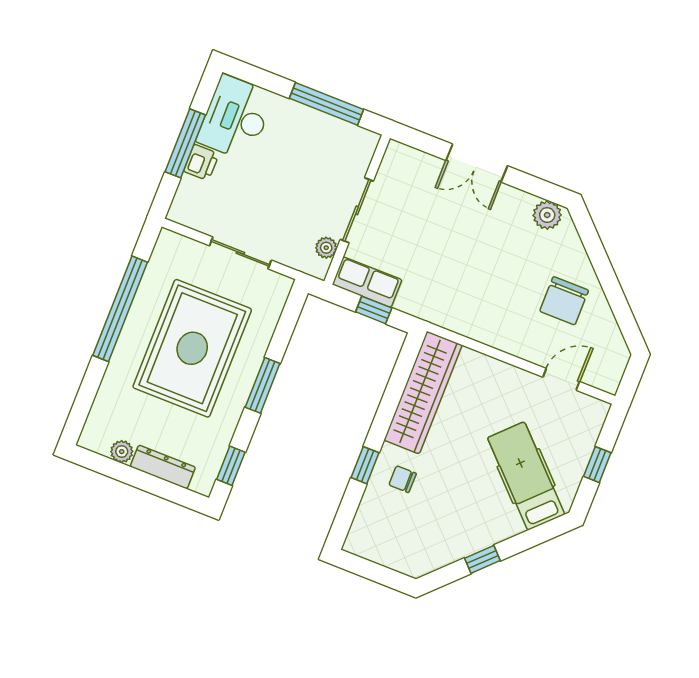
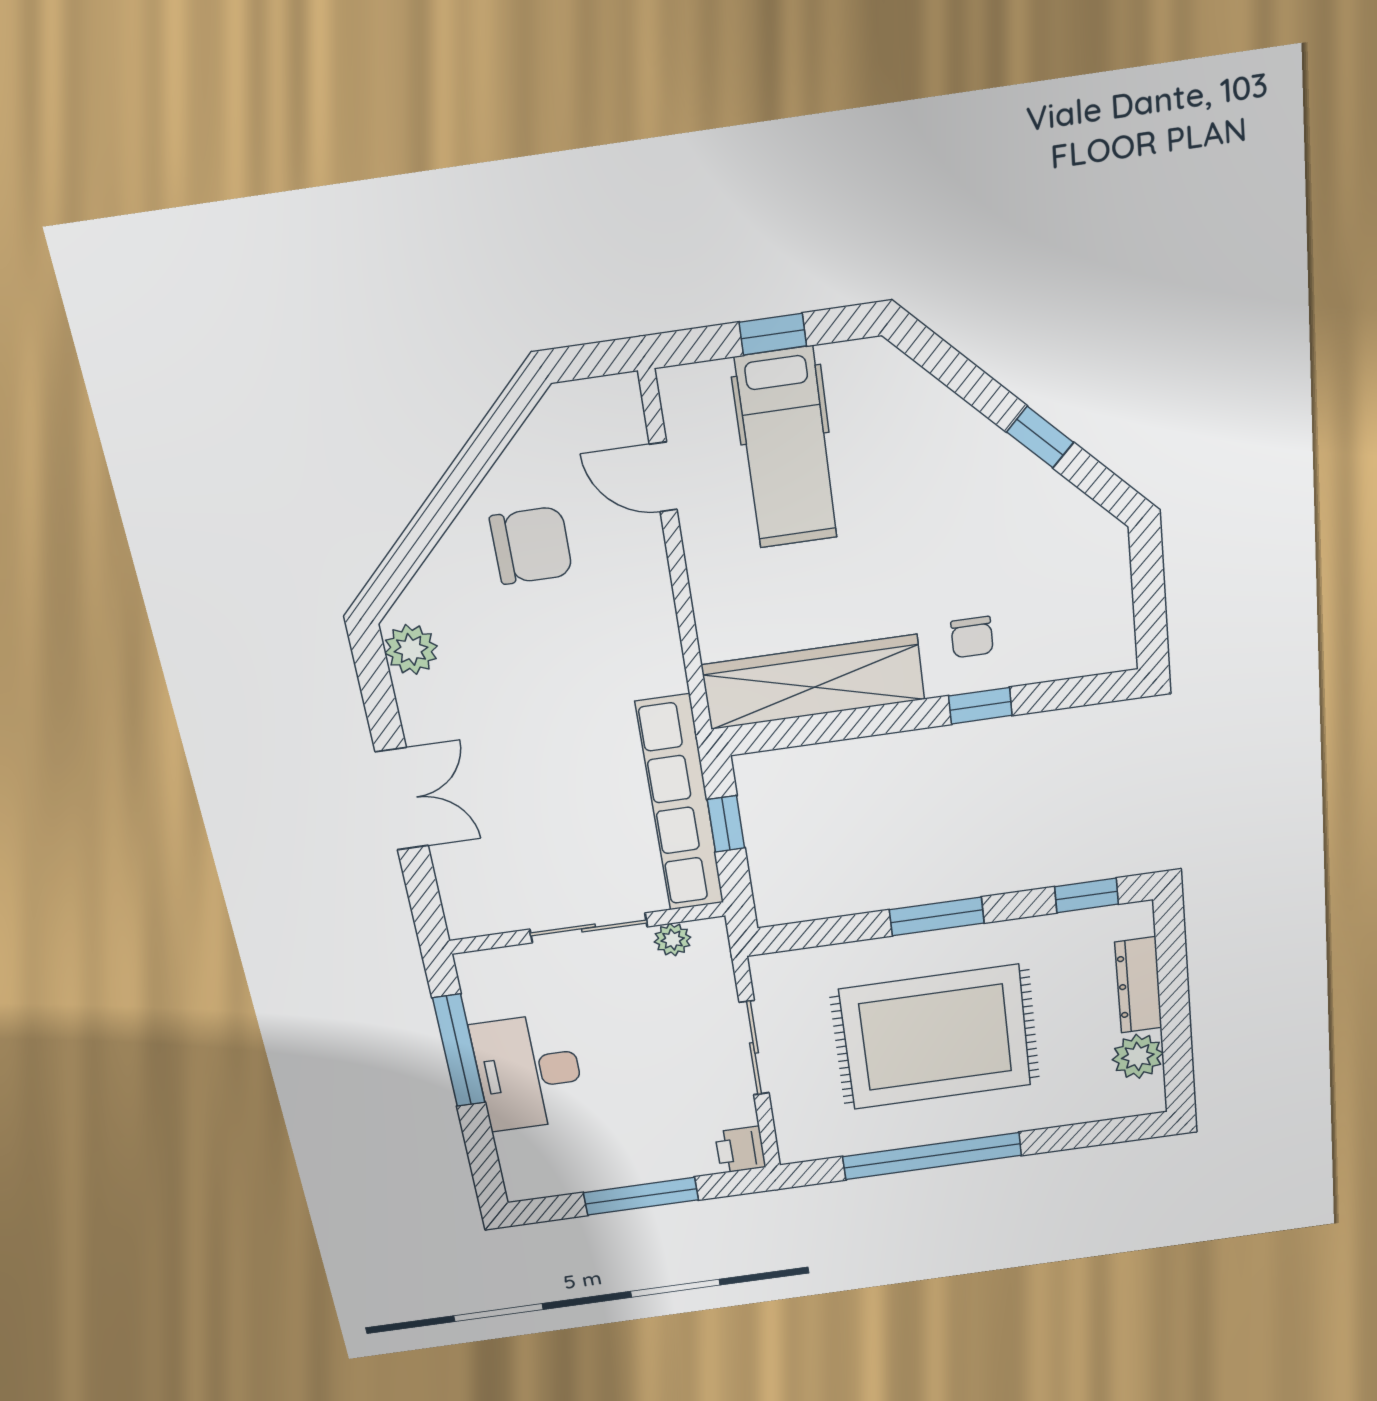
desk: (236, 118) -> (529, 1072), moved, turned 90
printer: (201, 162) -> (740, 1150), moved, turned -90
row of seats: (367, 282) -> (680, 804), width x2.02
plant: (122, 452) -> (1138, 1056), width x1.38, depth x1.38
hospital bed: (526, 476) -> (786, 448), moved, turned -45

